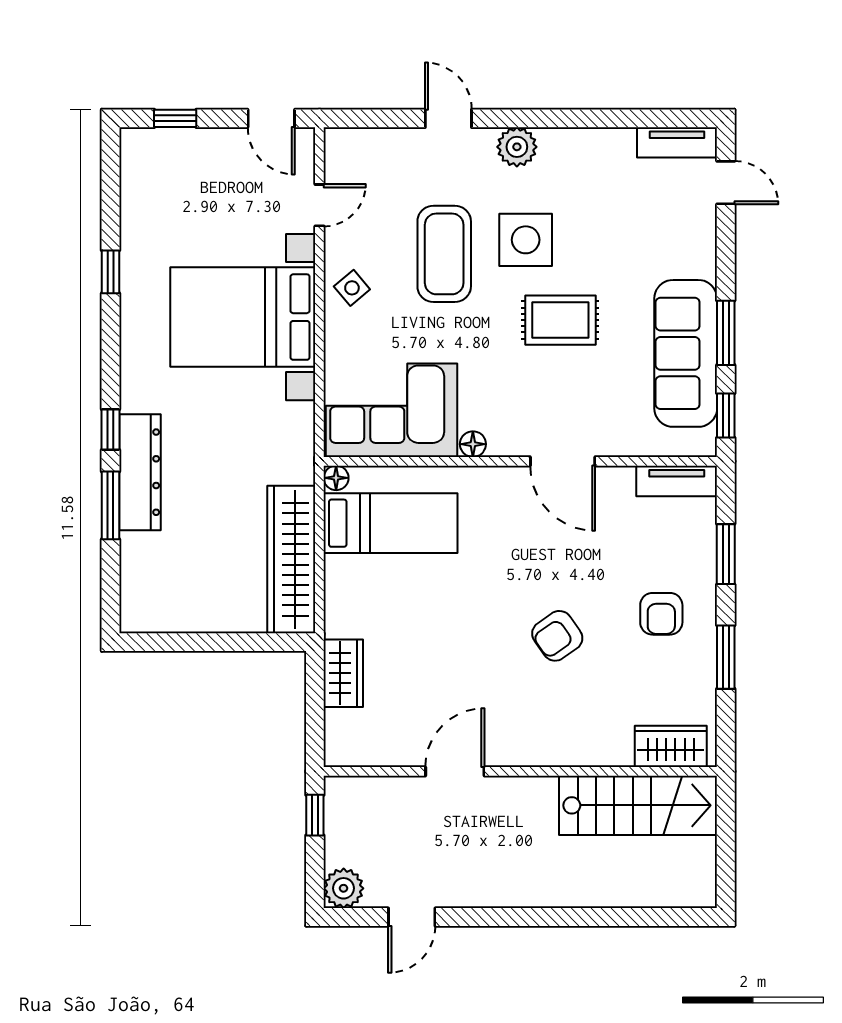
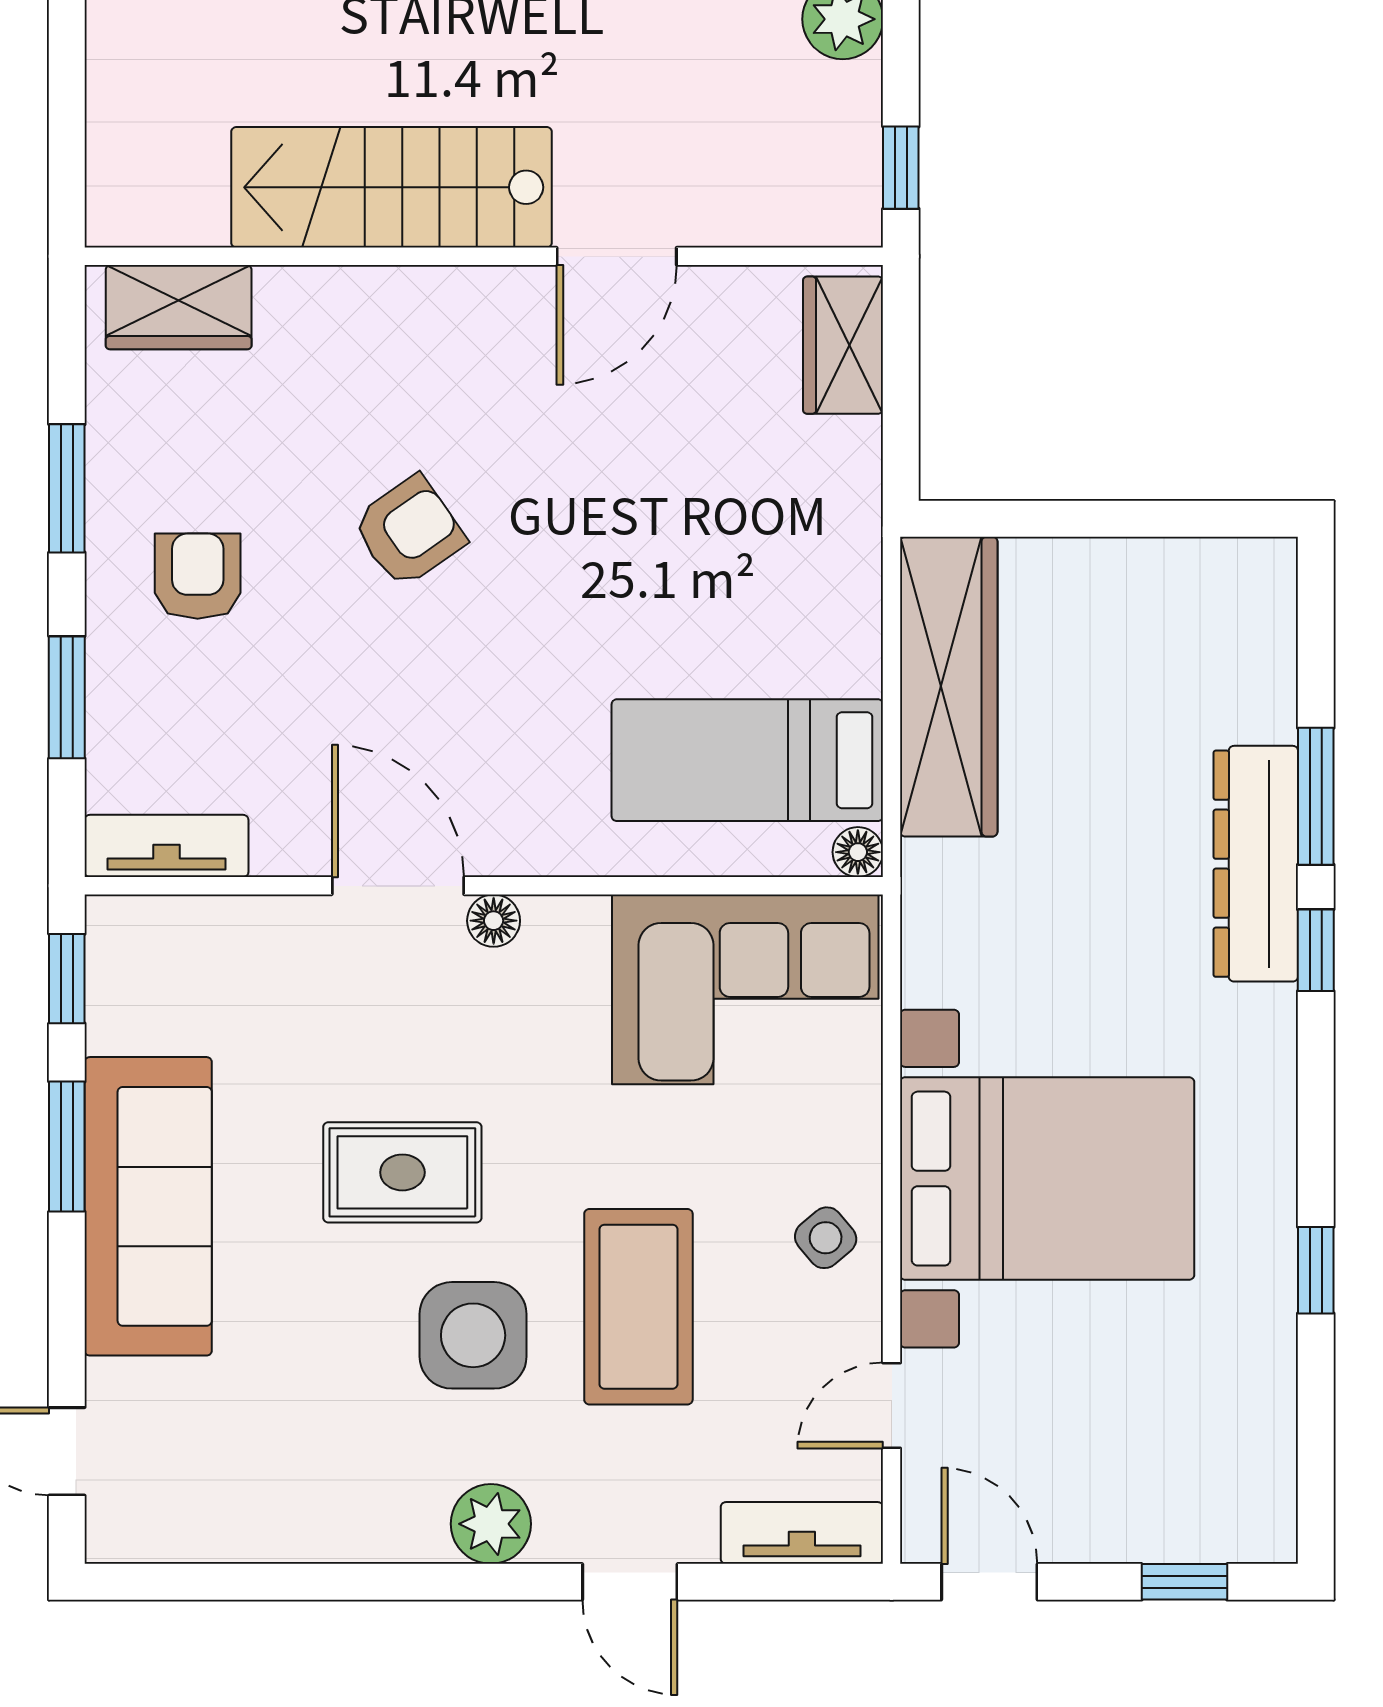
tv unit: (677, 142) -> (802, 1533), moved
sofa: (686, 353) -> (148, 1206), moved
floor lamp: (473, 444) -> (494, 921), moved
wardrobe: (343, 673) -> (843, 345), moved
stairs: (638, 805) -> (392, 187), moved

